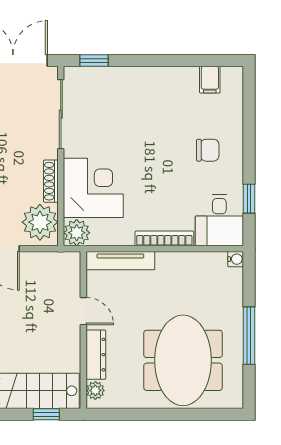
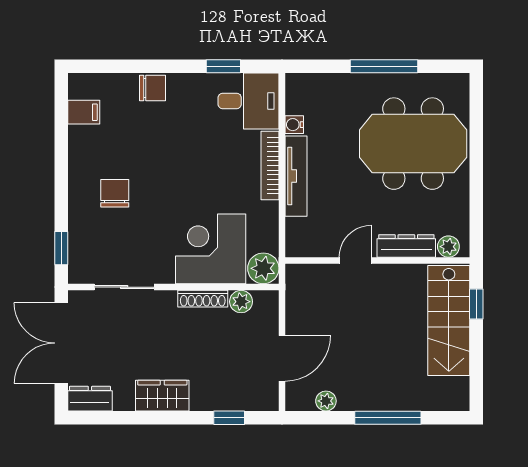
chair: (141, 106) -> (115, 193), added
sliding door: (61, 114) -> (124, 287), width x0.73
chair: (208, 150) -> (153, 88), moved, turned 90
plant: (40, 222) -> (241, 302), width x0.53, depth x0.53
water cooler: (236, 259) -> (294, 125), moved, turned -90
tv unit: (120, 261) -> (296, 176), moved

